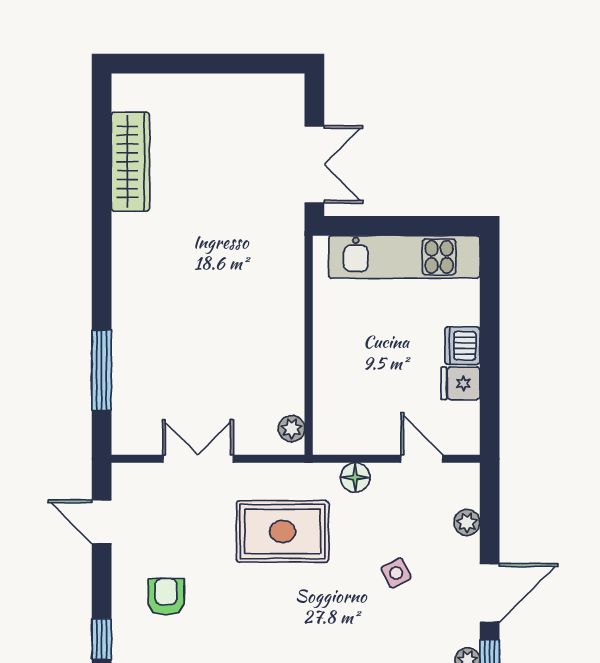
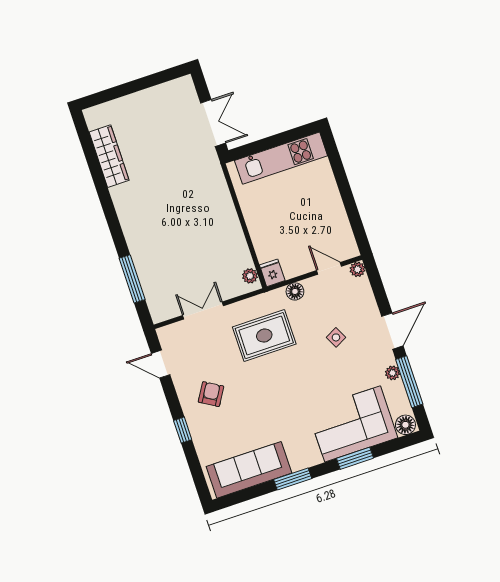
dishwasher: (462, 346) -> (330, 197), removed
fridge: (461, 383) -> (272, 273), moved, turned 90
plant: (467, 522) -> (357, 269), moved
armchair: (166, 597) -> (211, 394), turned 31

